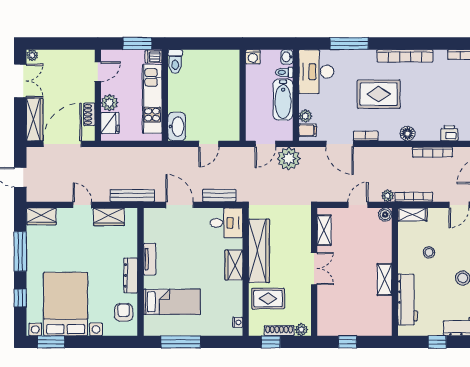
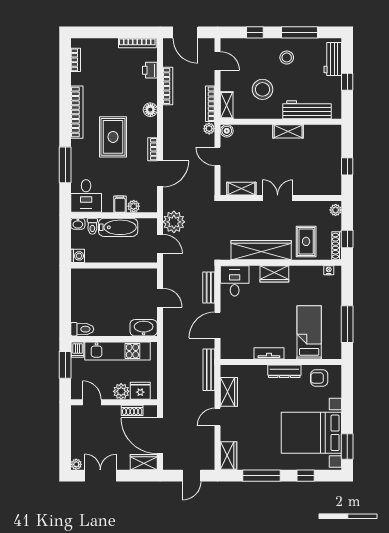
desk: (316, 72) -> (86, 196), width x0.73
wardrobe: (35, 120) -> (144, 462), width x0.67
filing cabinet: (308, 130) -> (120, 204), moved
stool: (429, 252) -> (262, 89), width x1.89, depth x1.89
shoe rack: (279, 331) -> (337, 246), moved

